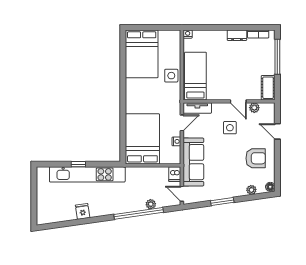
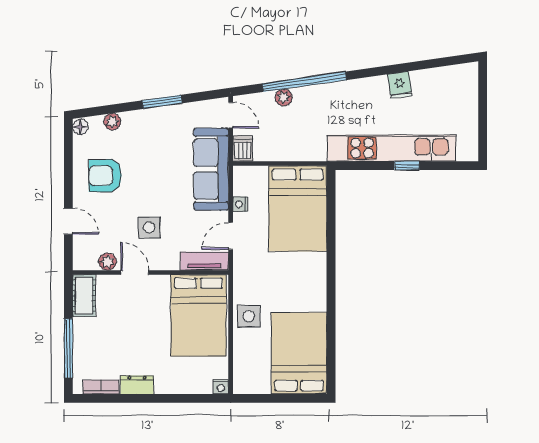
bed: (195, 76) -> (198, 315), width x1.50

